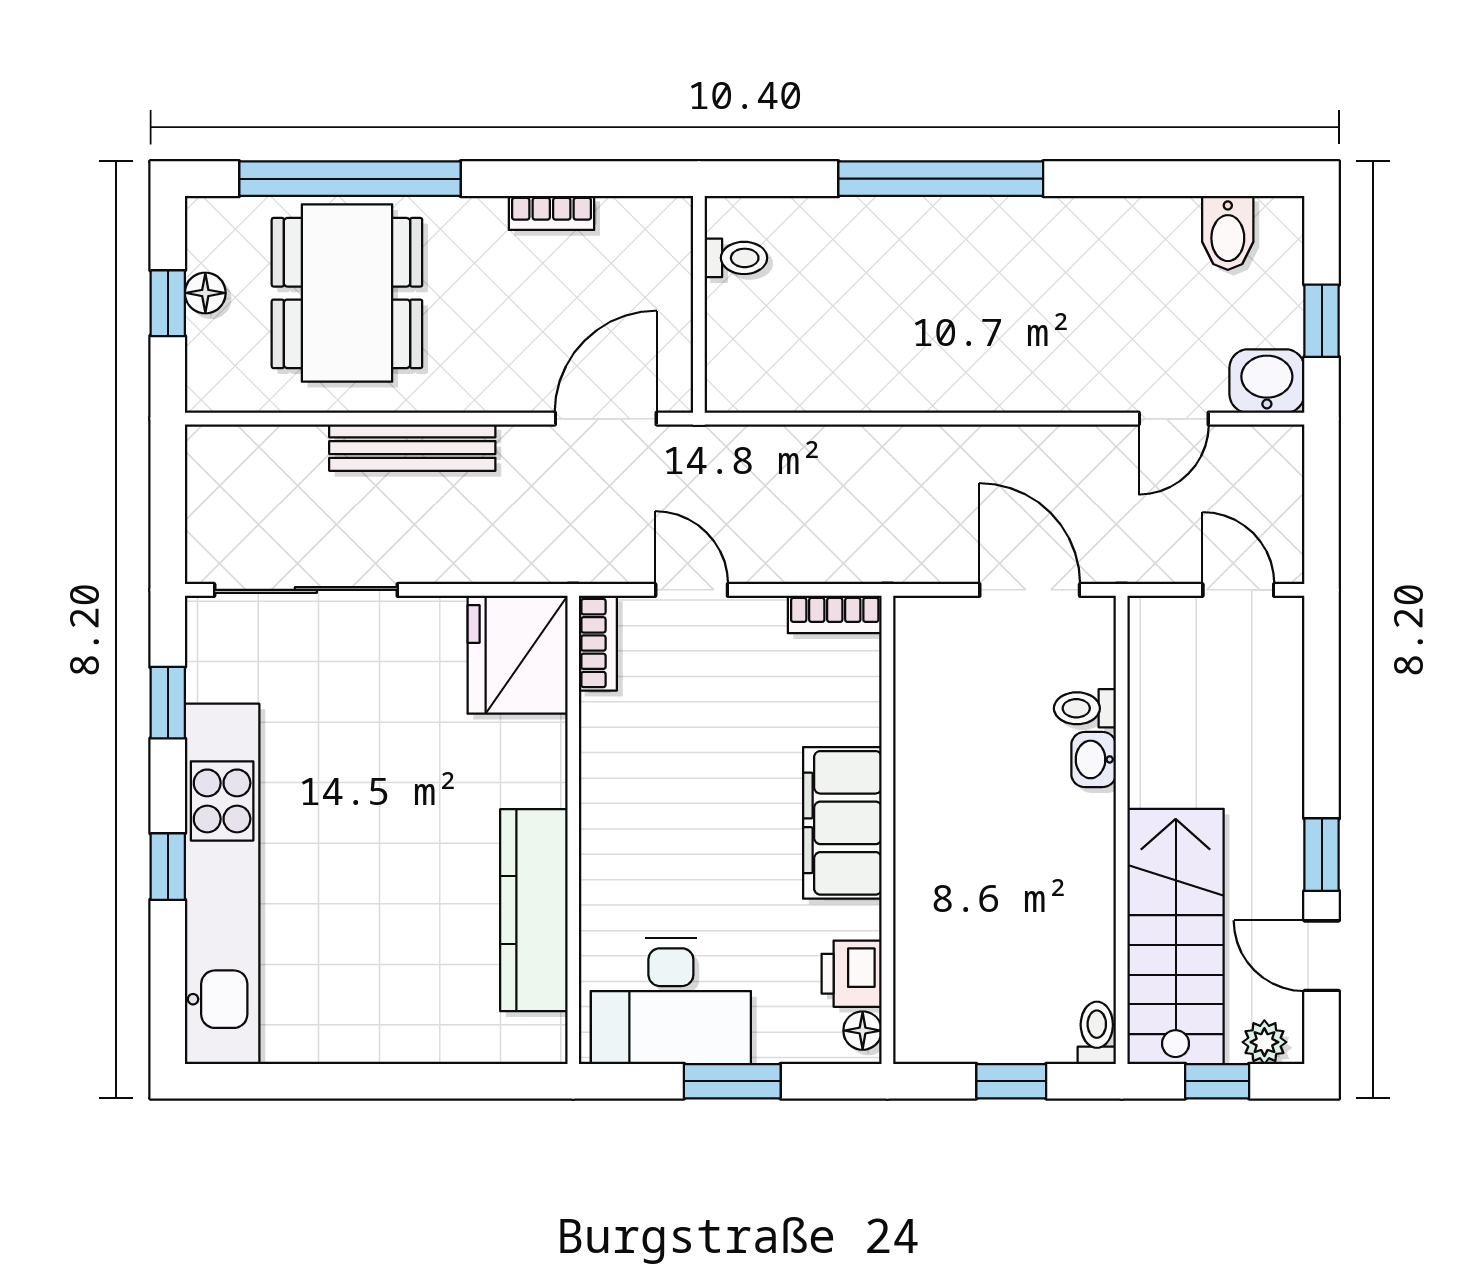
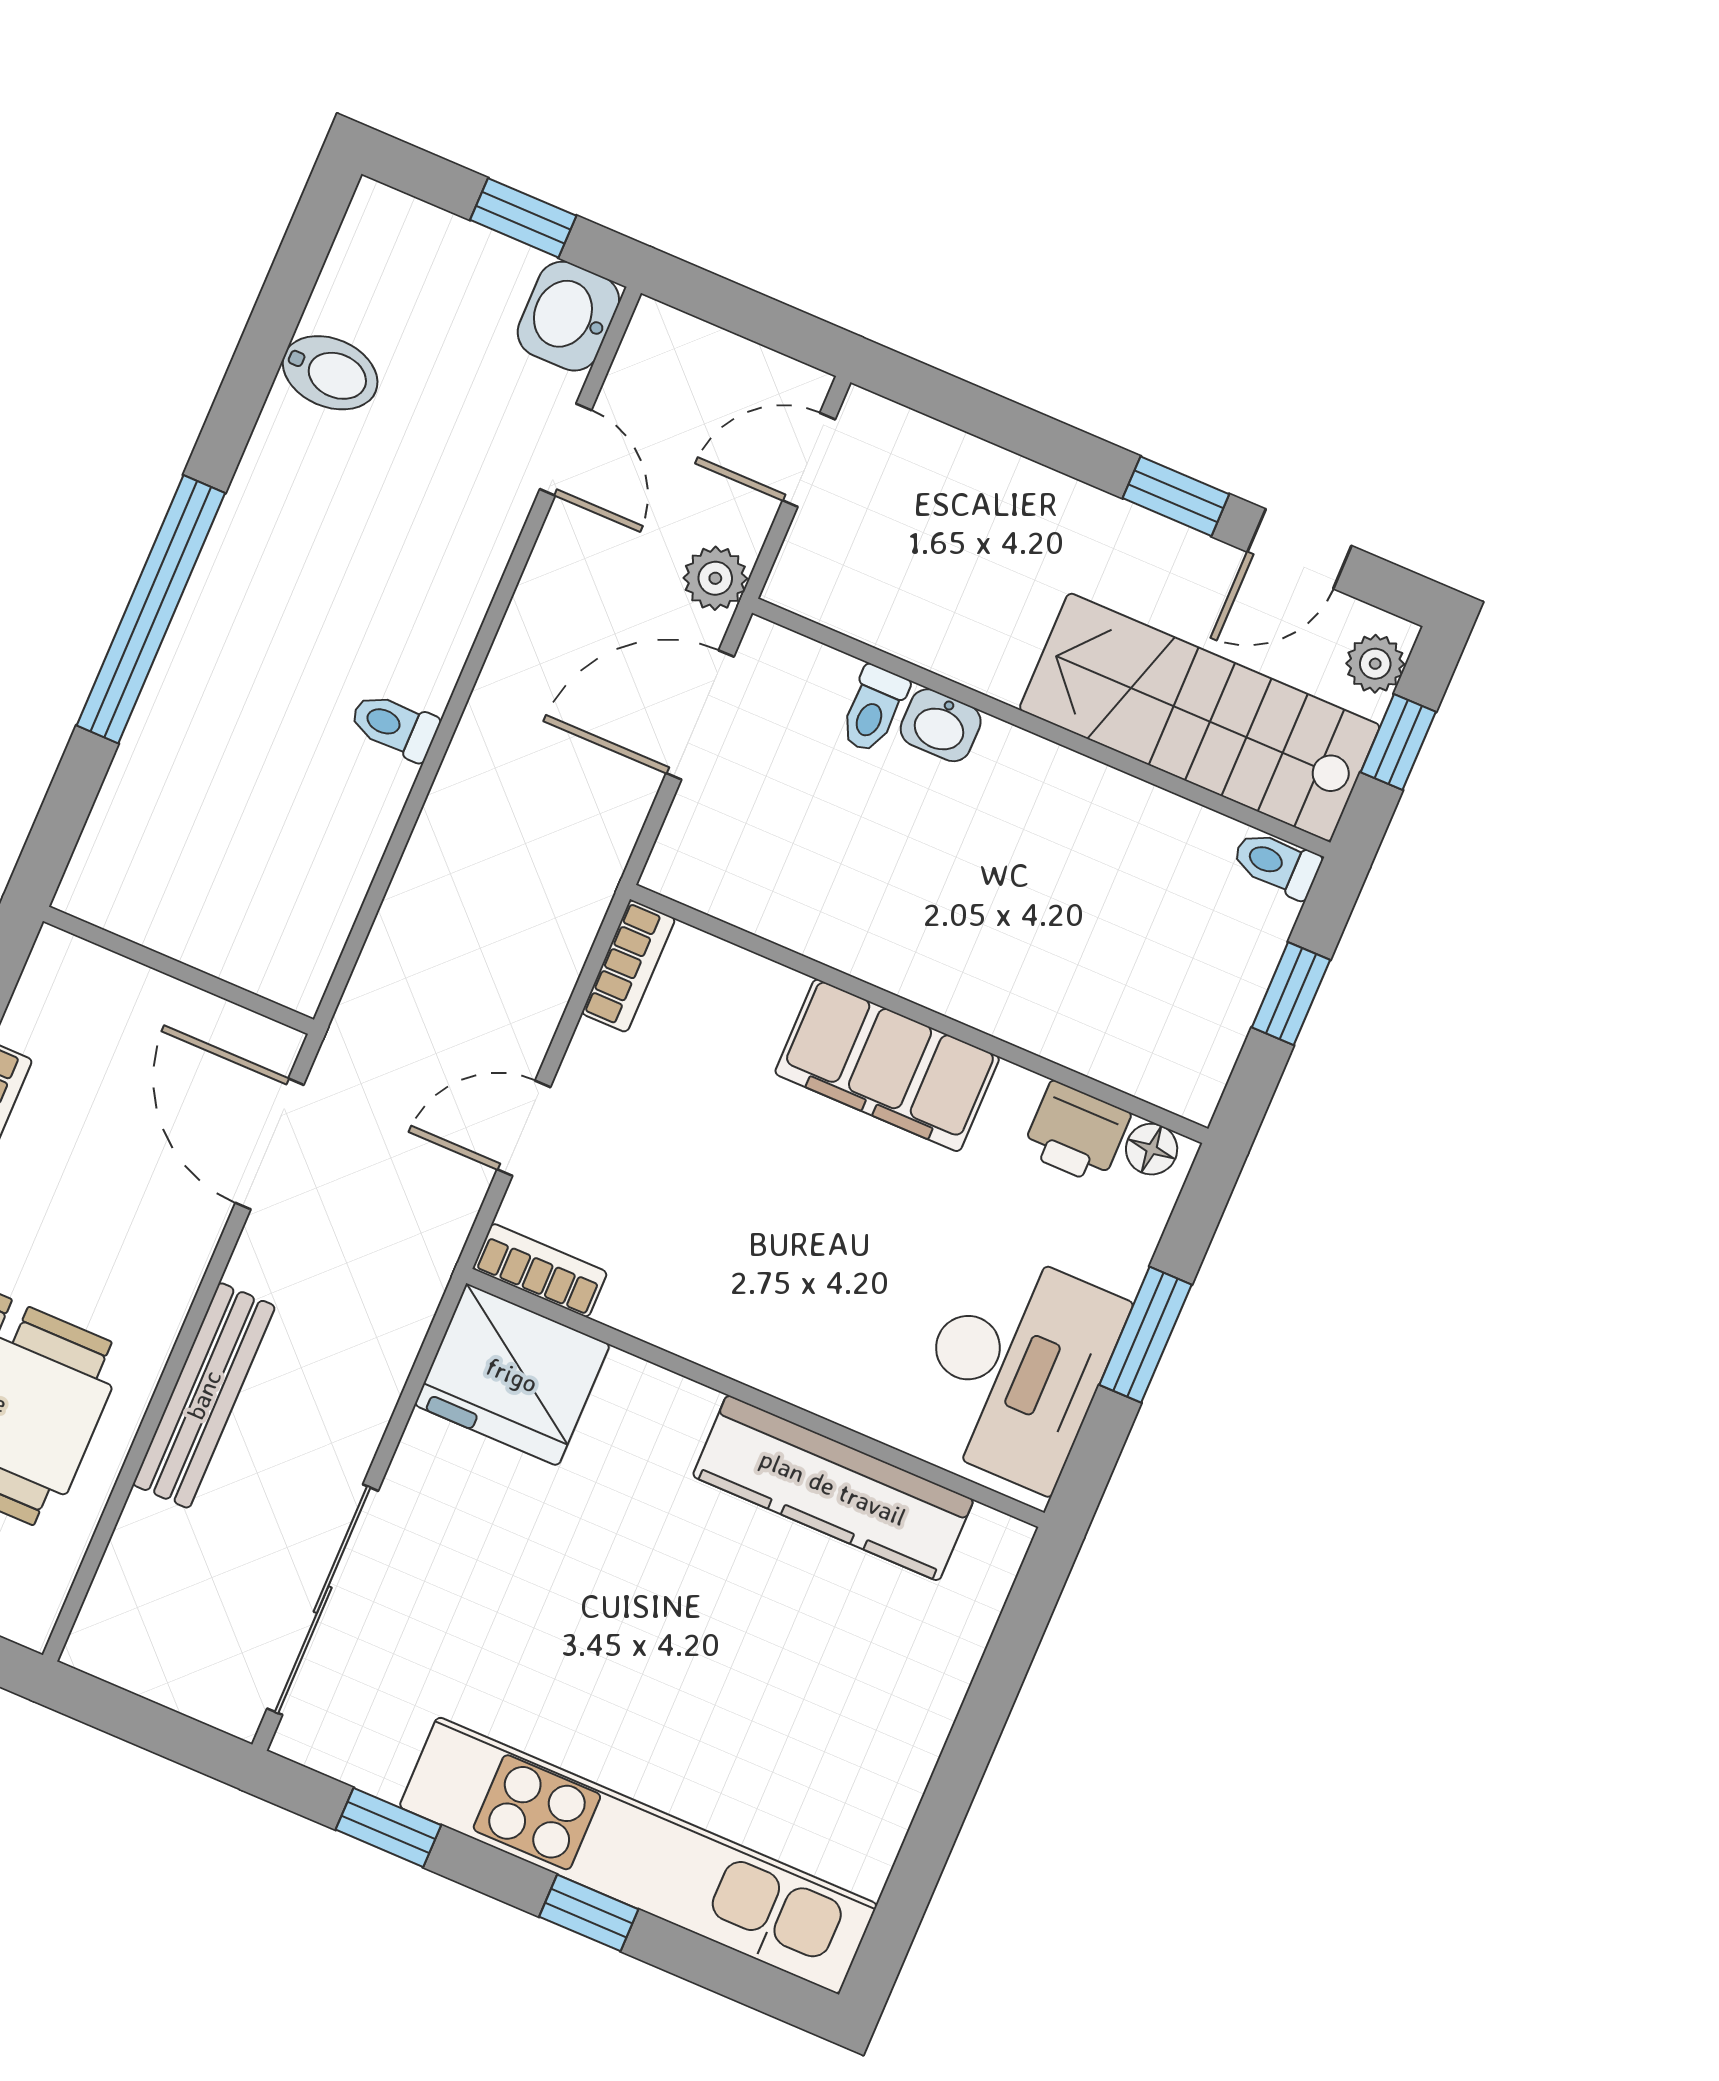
bidet: (1228, 233) -> (330, 373), moved
toilet: (736, 258) -> (394, 726), moved, turned -90
plant: (1129, 560) -> (715, 578), added

